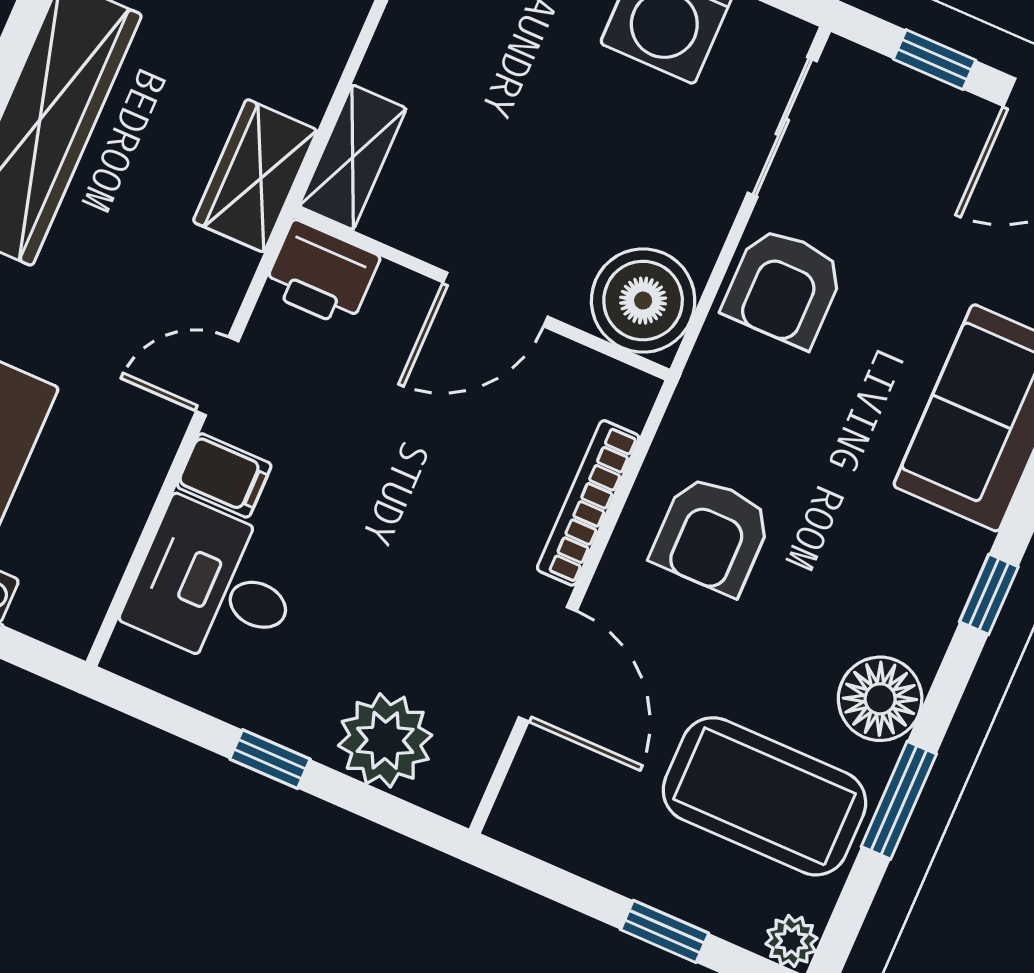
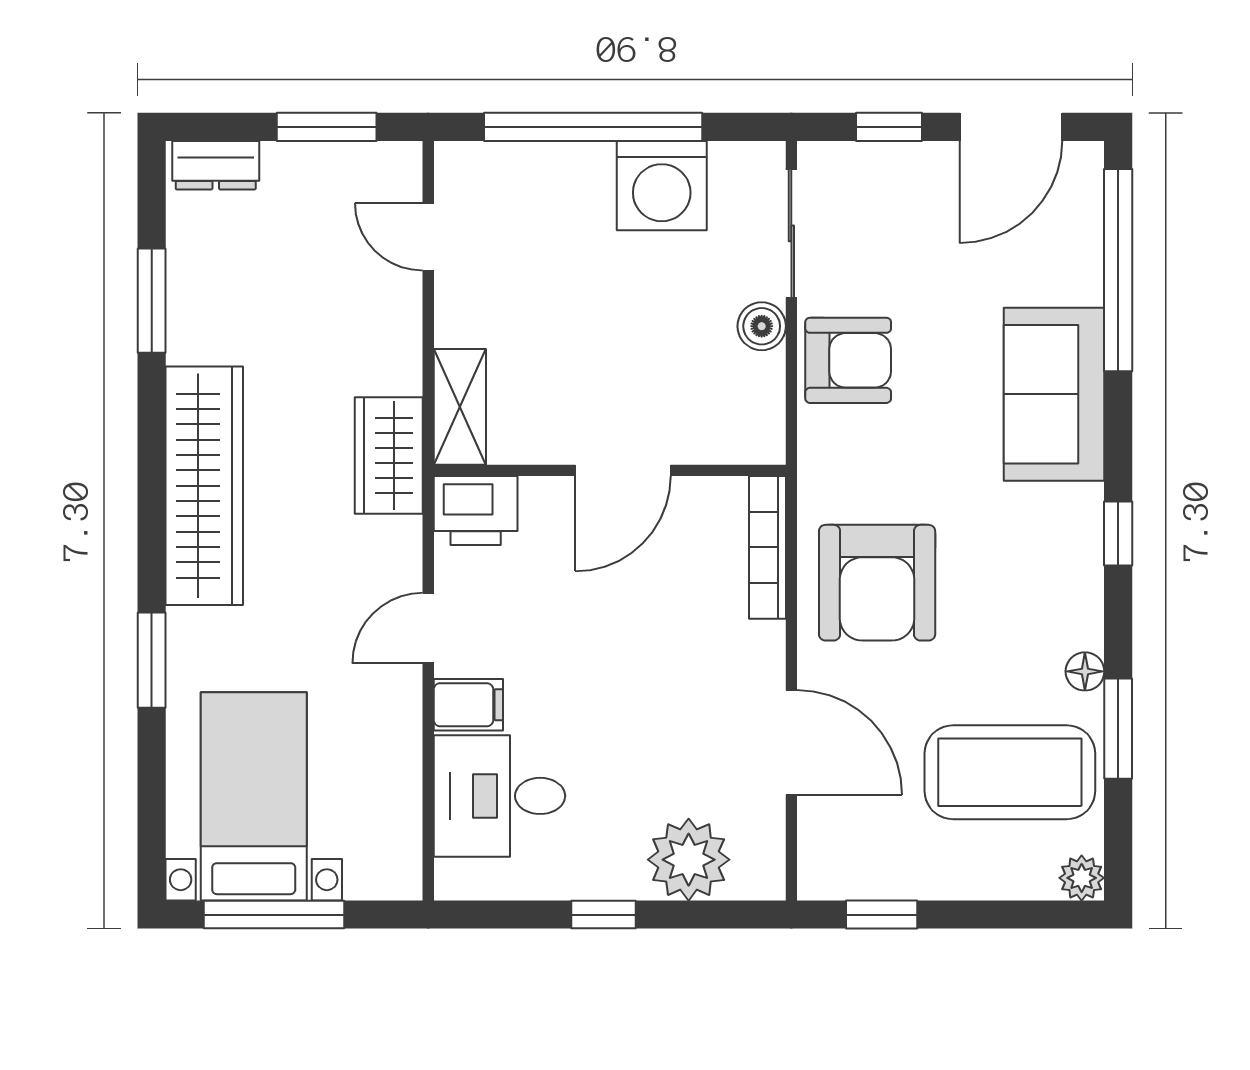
armchair: (784, 287) -> (848, 360), turned -90
boiler: (643, 301) -> (762, 326), moved, width x0.54, depth x0.54
bookcase: (588, 503) -> (767, 547), moved
armchair: (712, 535) -> (877, 583), width x1.36, depth x1.36
floor lamp: (880, 699) -> (1085, 671), width x0.53, depth x0.53
window: (665, 931) -> (882, 915), moved

